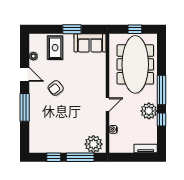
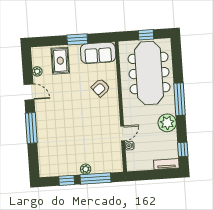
armchair: (56, 88) -> (101, 88), moved
door: (107, 105) -> (123, 133), moved
window: (161, 119) -> (183, 149), moved
plant: (93, 144) -> (86, 169), moved, width x0.53, depth x0.53

